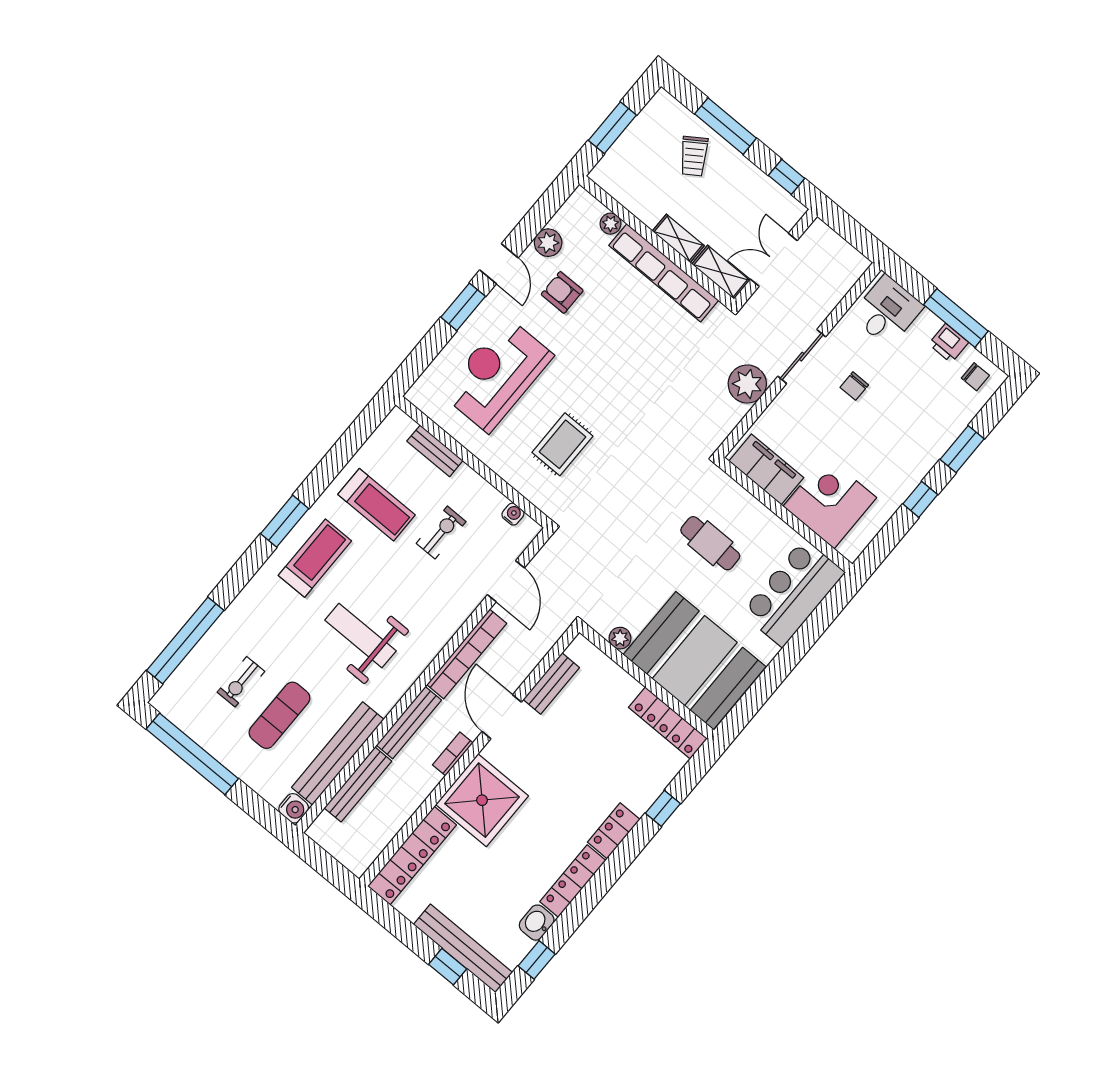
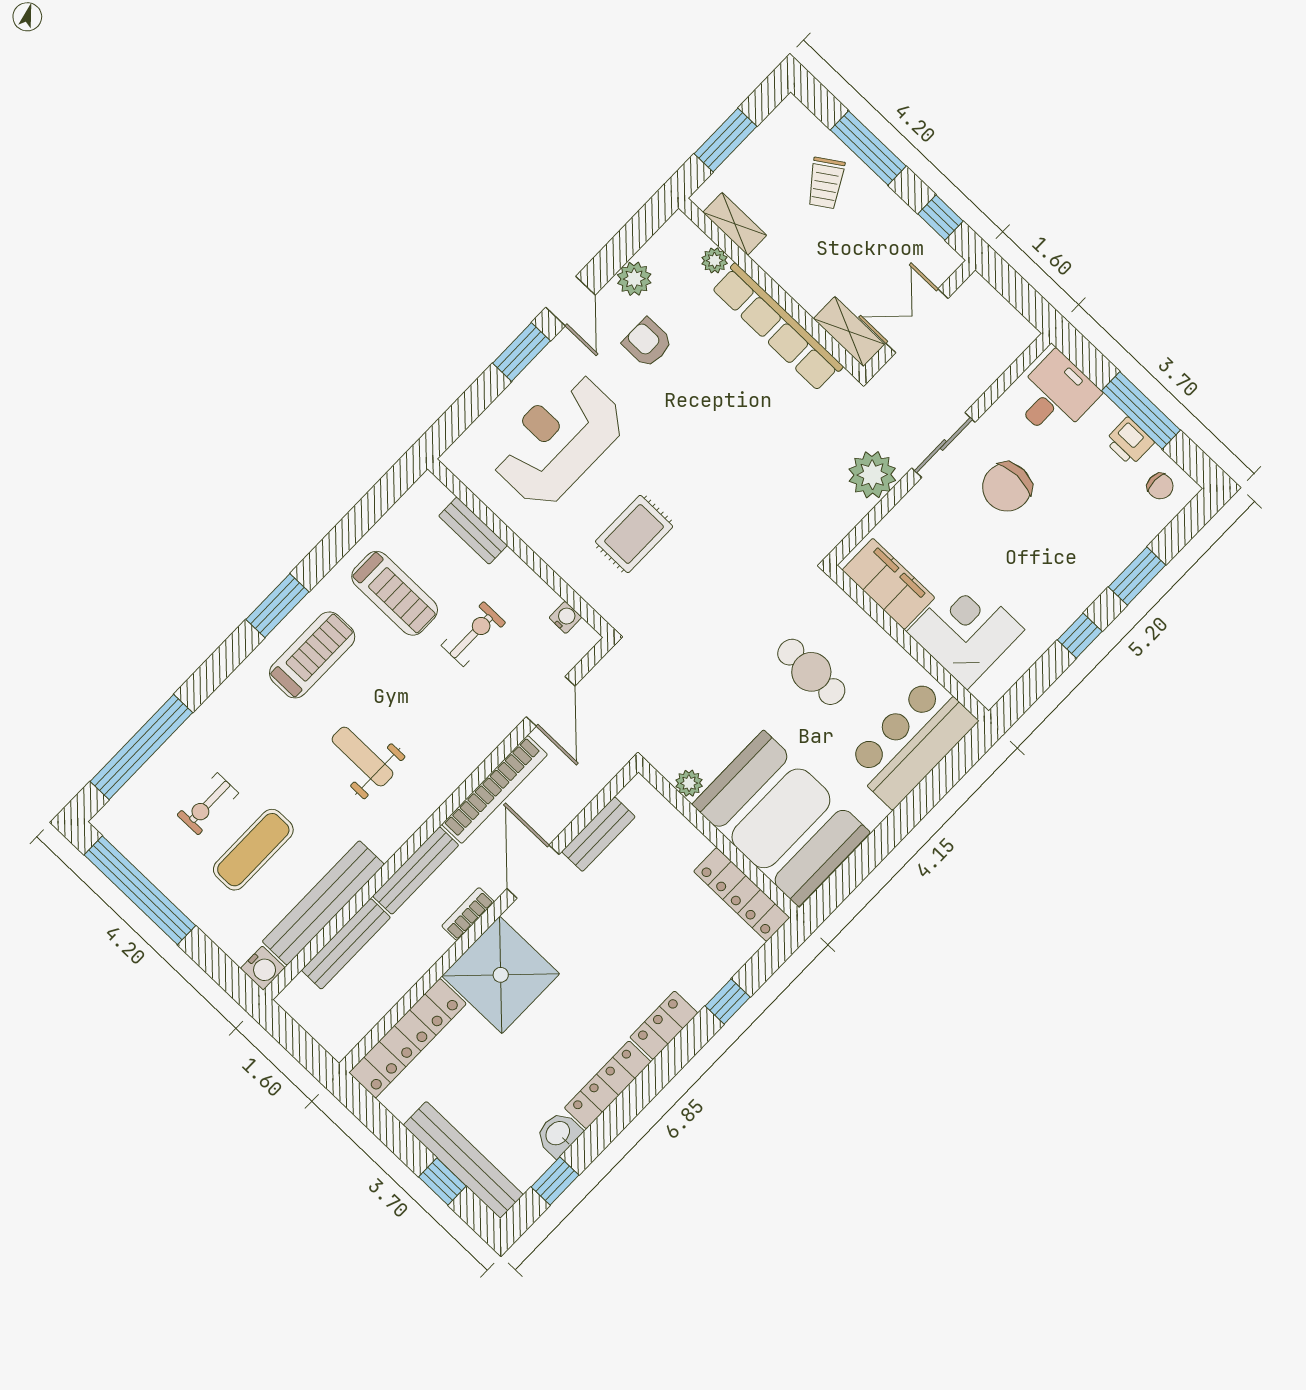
shelving: (678, 238) -> (735, 224), moved
chair: (854, 386) -> (1007, 487), width x1.87, depth x1.87
weight bench: (360, 636) -> (362, 757), width x0.73, depth x0.75

